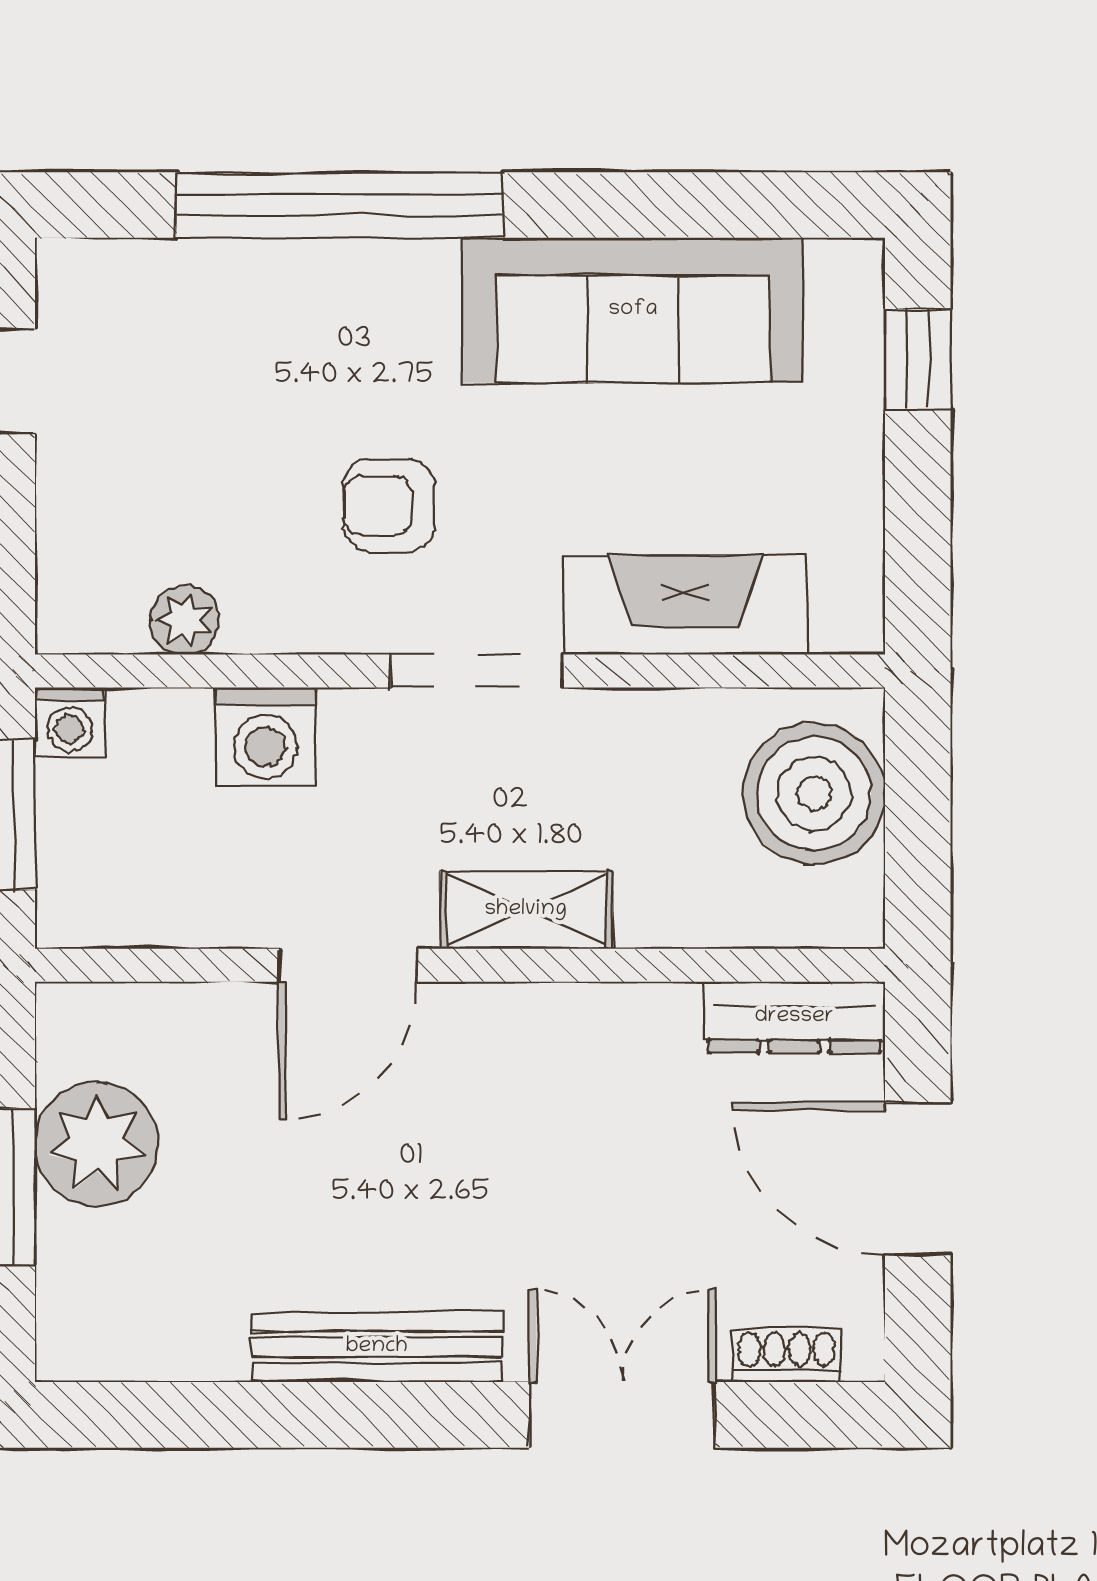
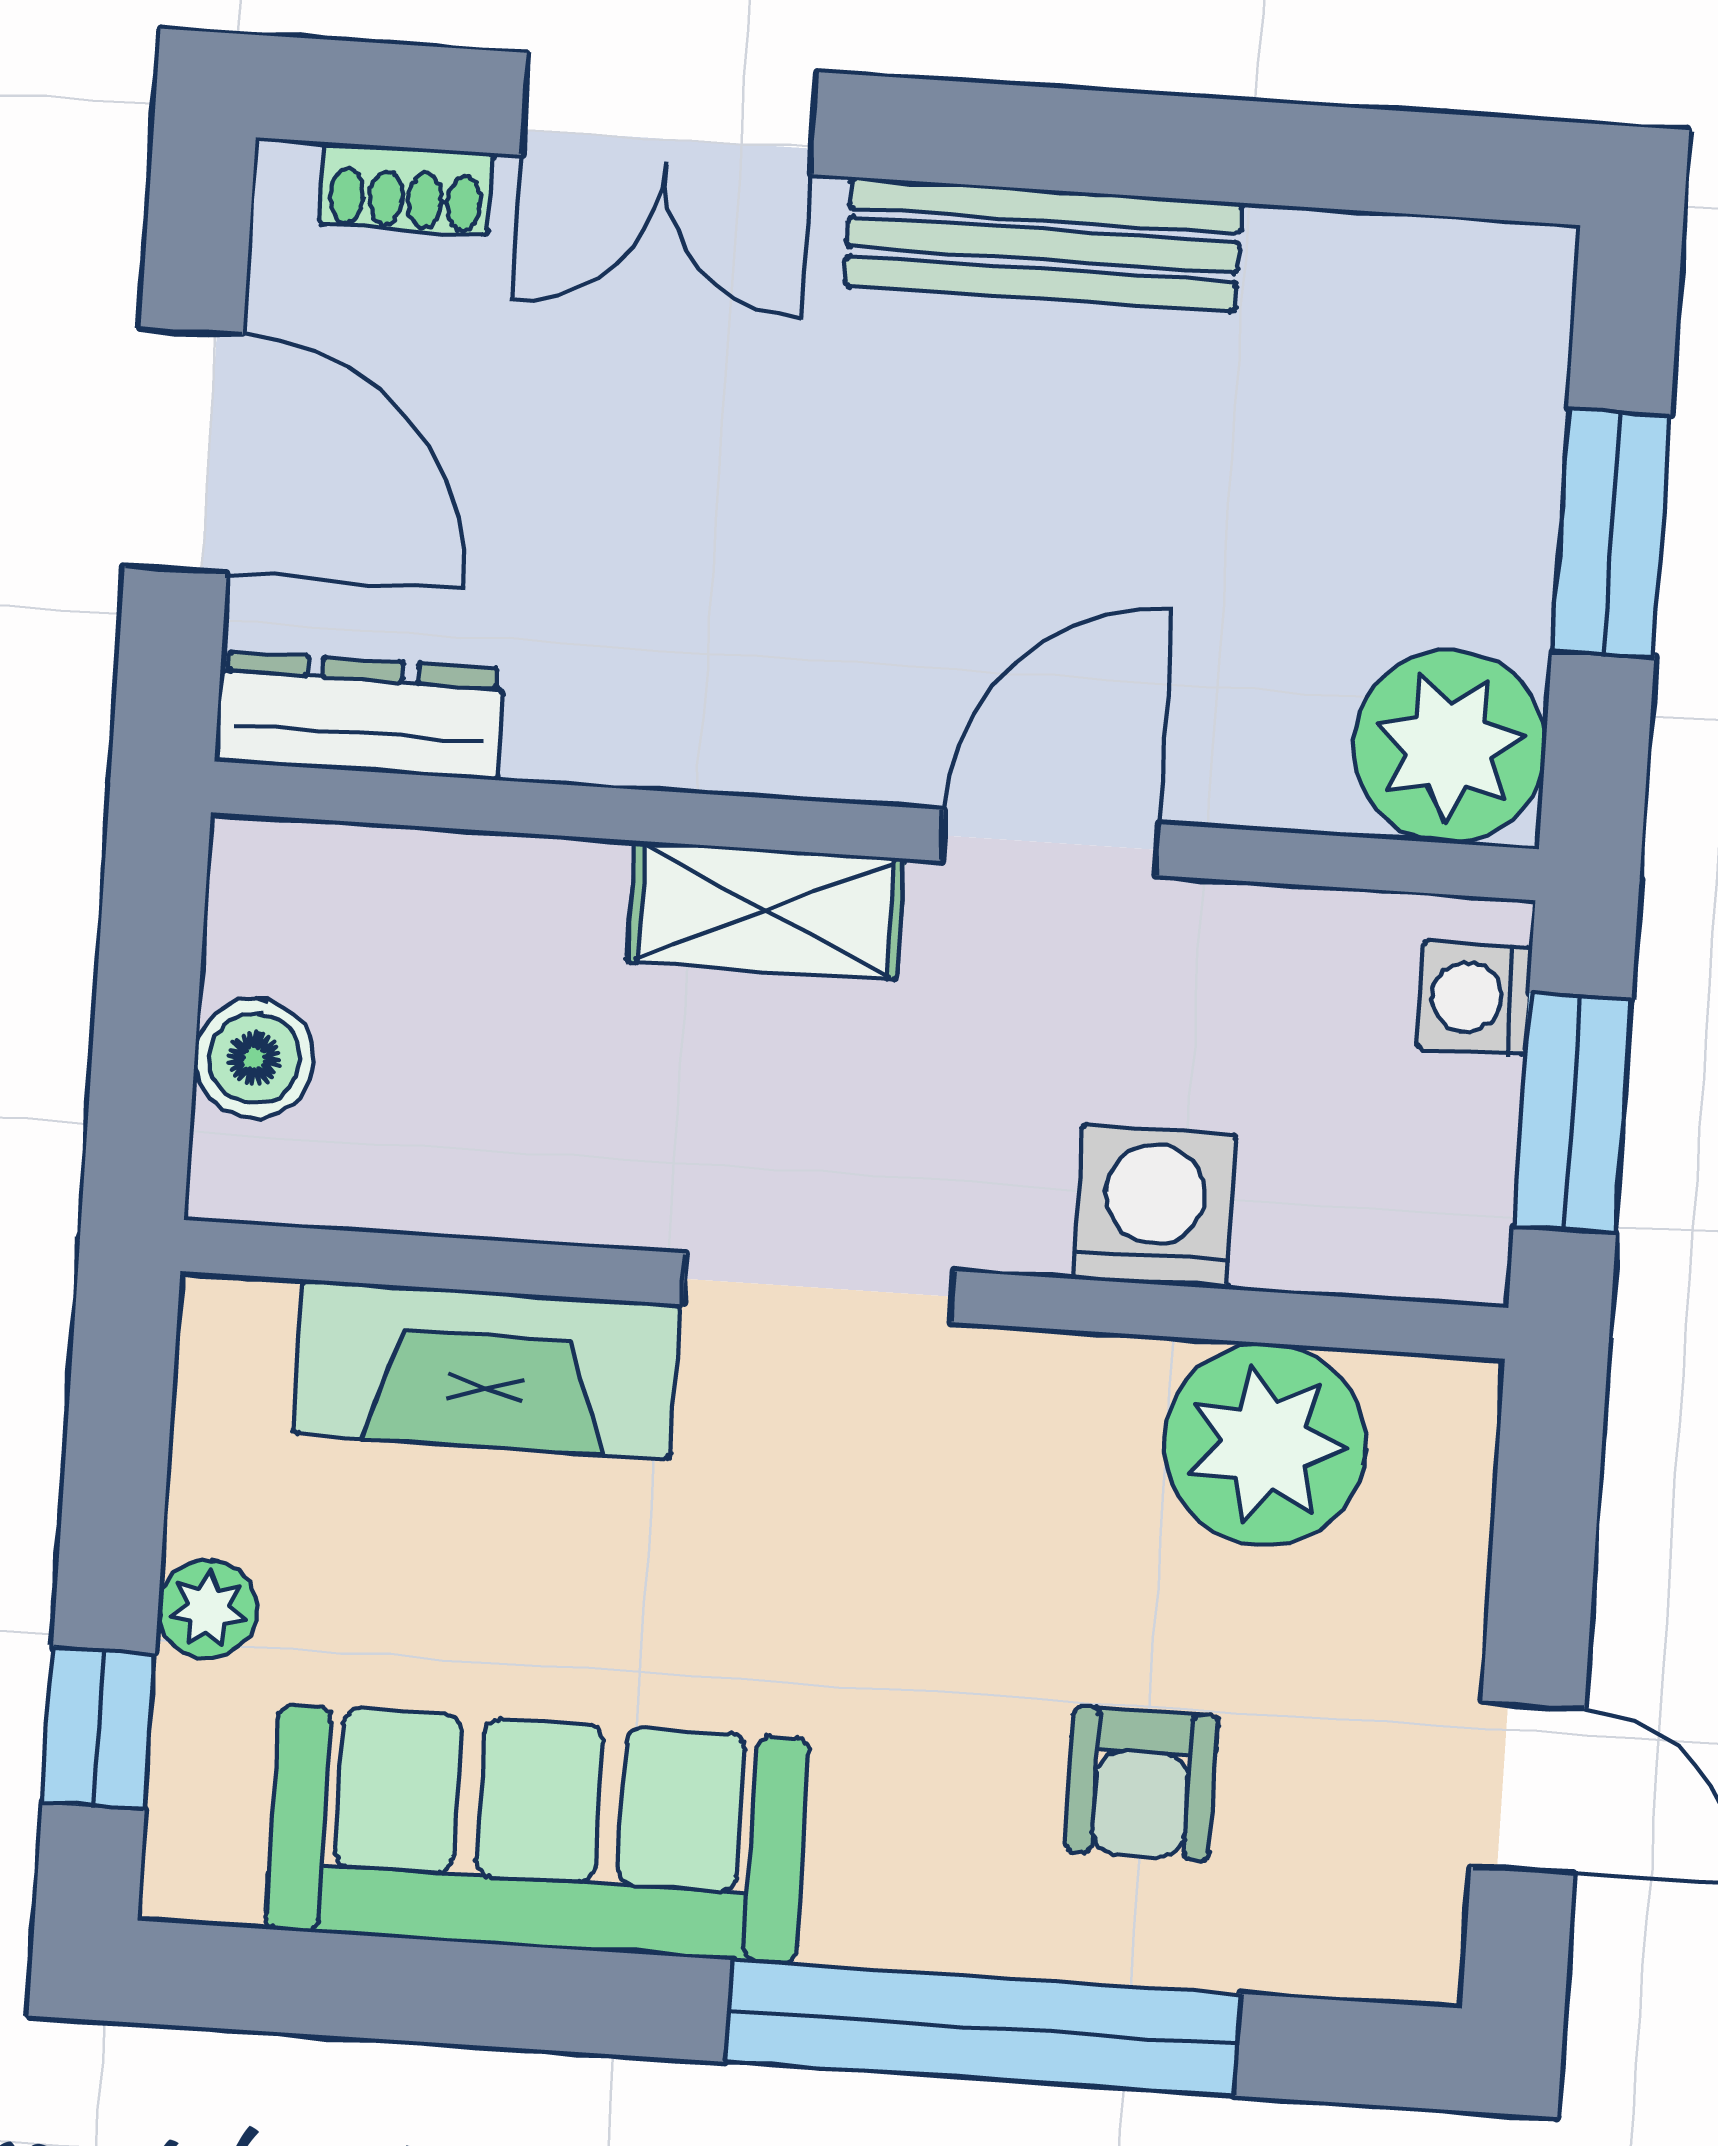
plant: (853, 440) -> (207, 1609), added
armchair: (389, 505) -> (1142, 1784), moved, turned 90
plant: (185, 620) -> (1265, 1444), width x1.88, depth x1.88
washing machine: (70, 722) -> (1475, 998), moved, turned -90
boiler: (814, 794) -> (254, 1058), width x0.54, depth x0.54
plant: (97, 1144) -> (1449, 747), moved

